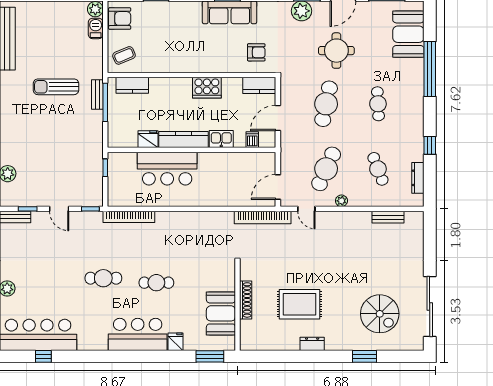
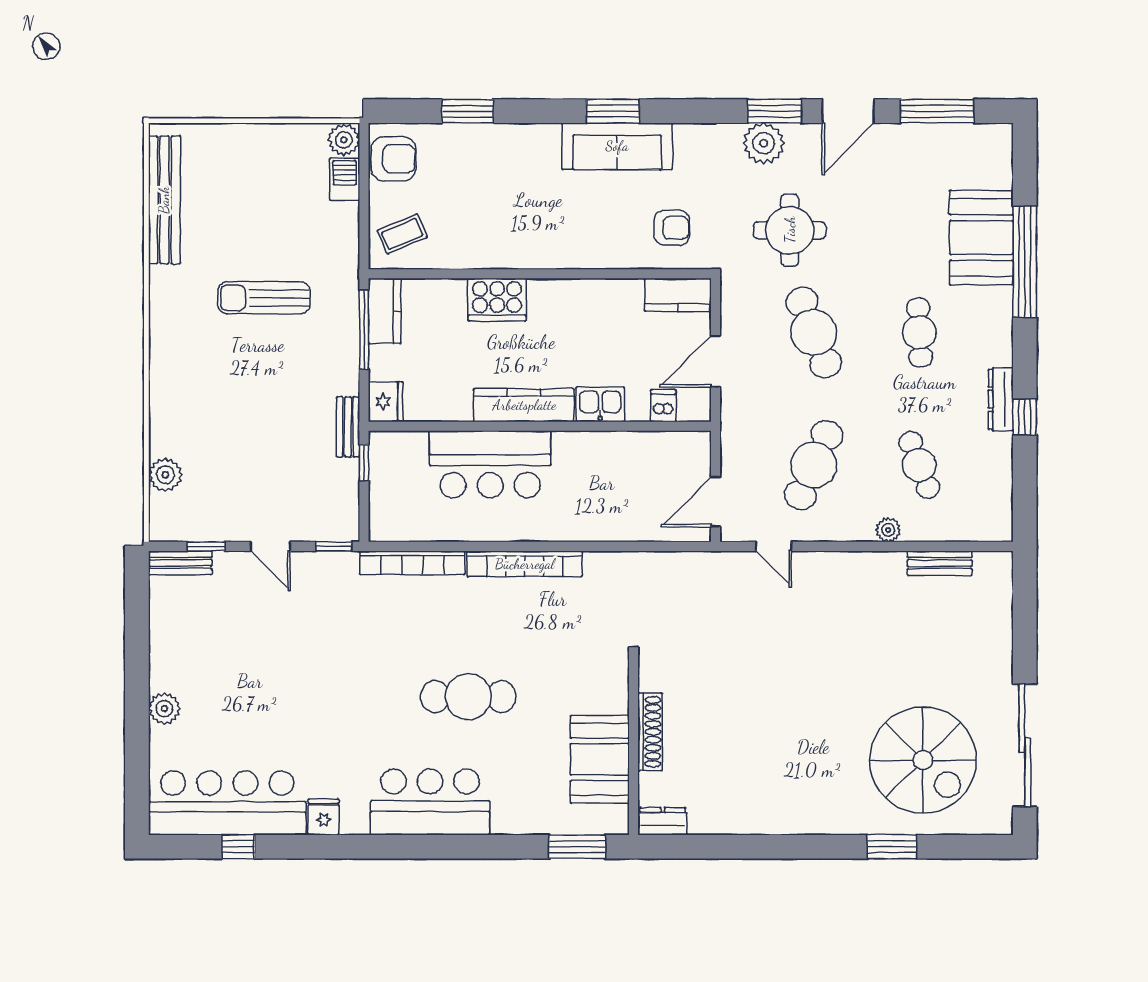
booth: (408, 34) -> (981, 238), moved
round table: (336, 51) -> (790, 230), moved
kitchen counter: (132, 85) -> (385, 311), moved, turned -90
cooker: (207, 88) -> (497, 300), moved
bench: (97, 95) -> (348, 427), moved
cafe table: (326, 104) -> (814, 332), turned -33
fridge: (148, 139) -> (386, 402), moved, turned 90
dresser: (418, 178) -> (1001, 399), moved
plant: (341, 201) -> (888, 530), moved
bookcase: (263, 217) -> (525, 564), moved
cafe table: (103, 278) -> (360, 687), removed
cafe table: (156, 283) -> (468, 697), width x1.37, depth x1.35
rug: (299, 304) -> (760, 741), removed
spiral stairs: (380, 314) -> (923, 760), width x1.37, depth x1.37
fridge: (175, 342) -> (324, 817), moved
dresser: (312, 344) -> (663, 821), moved

